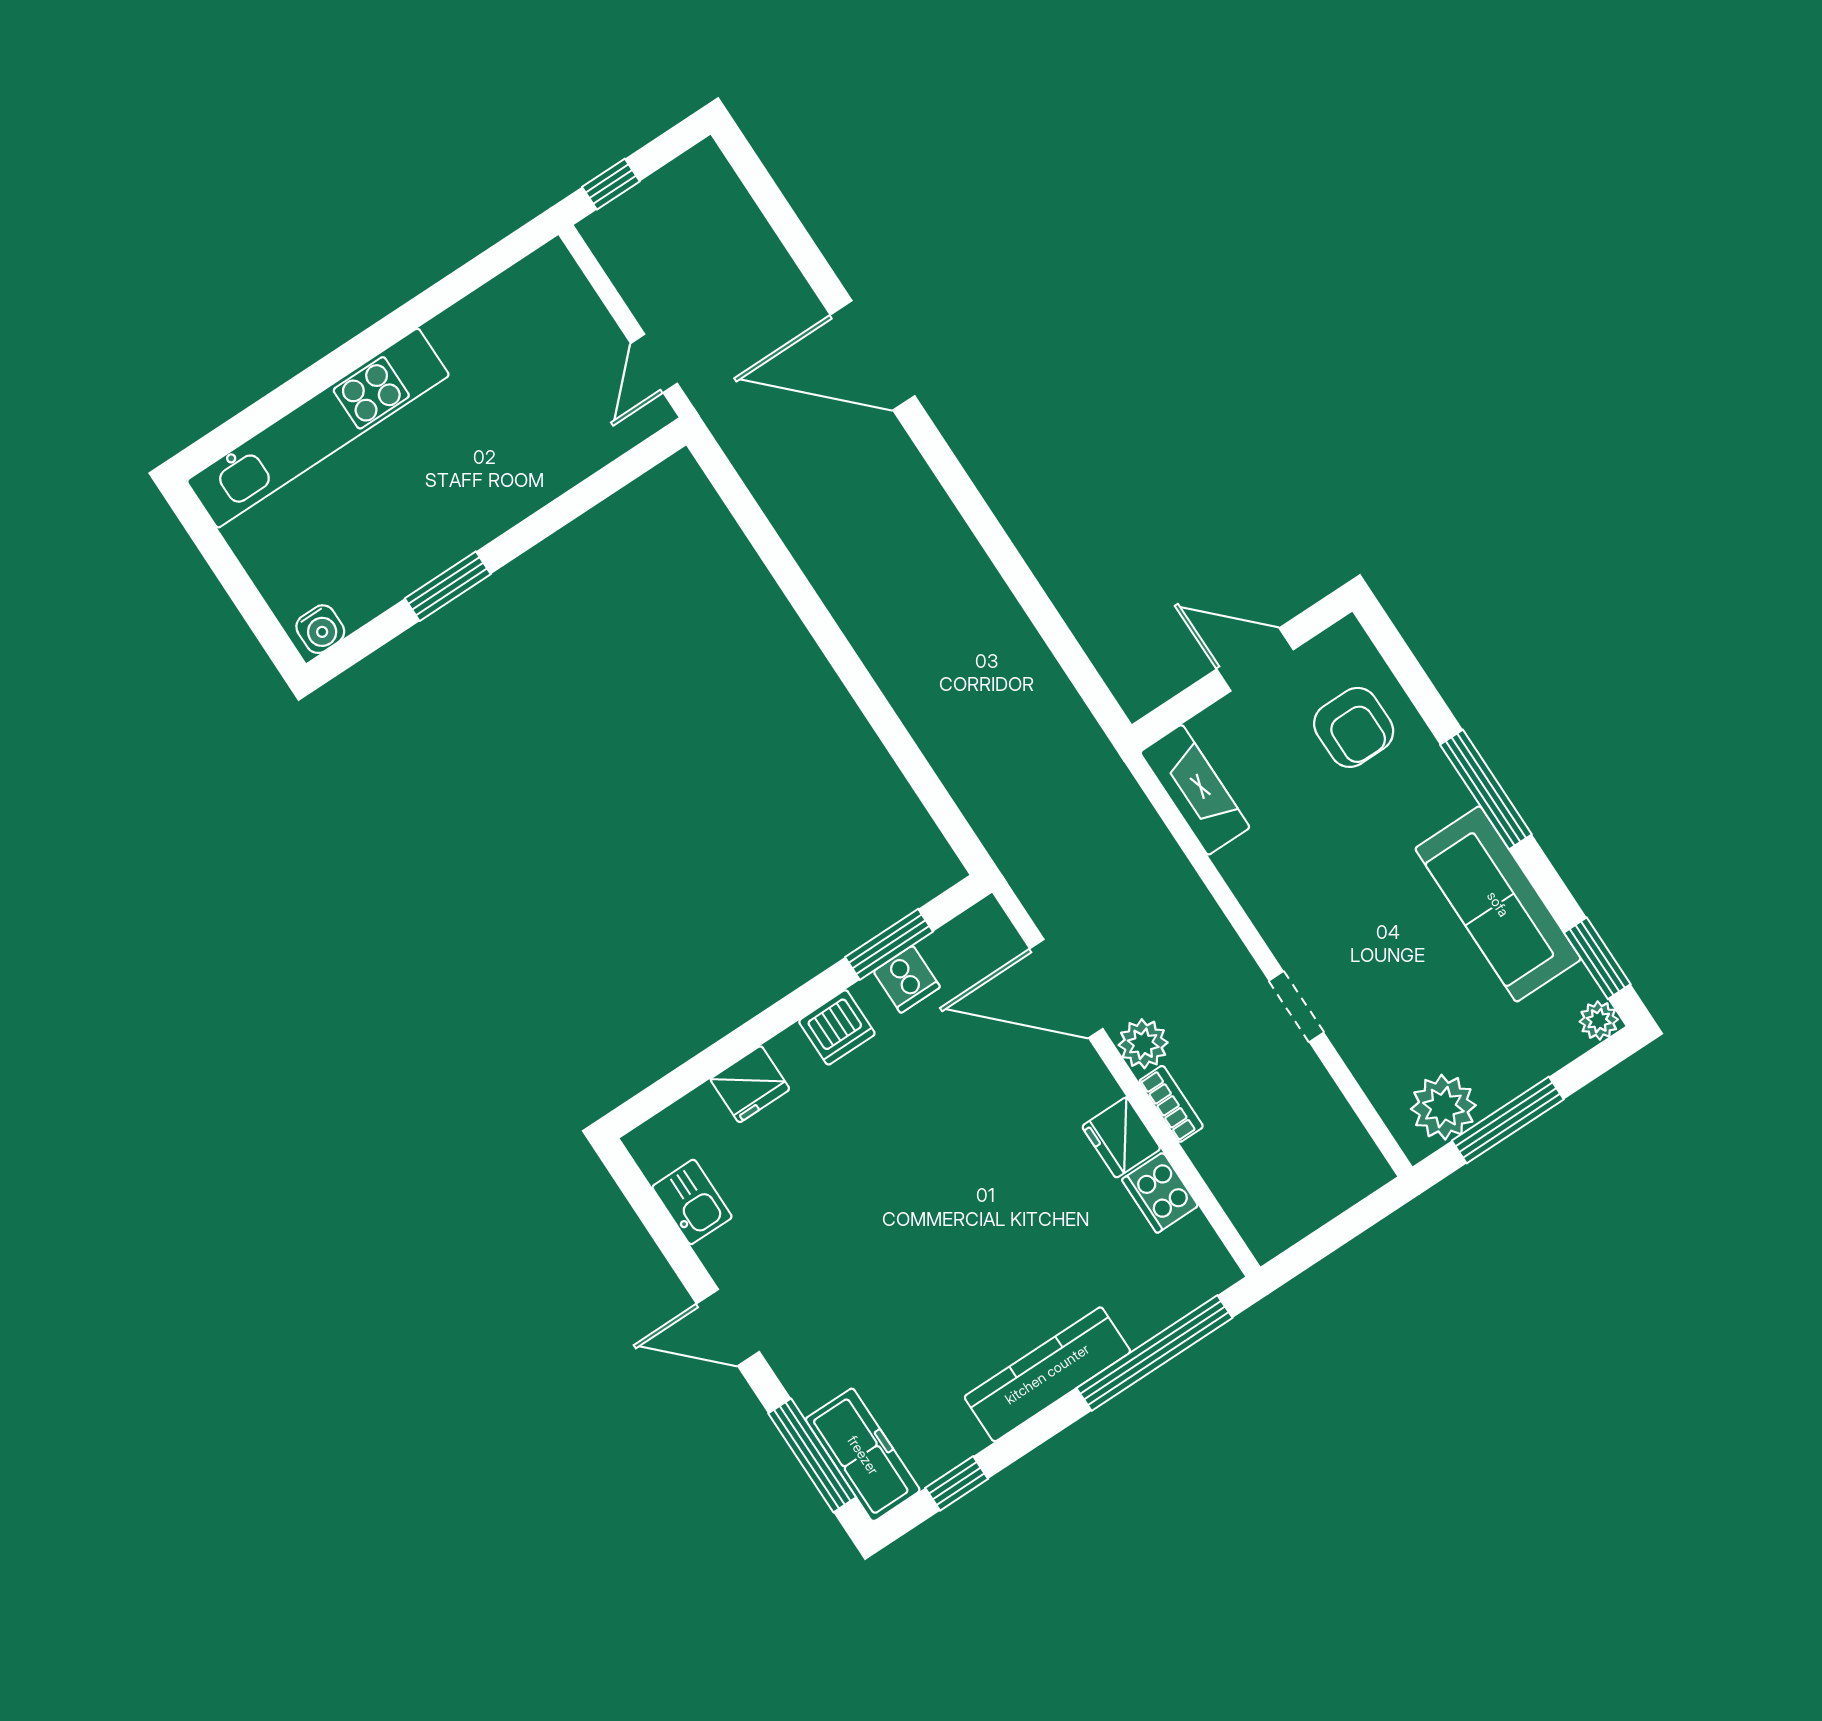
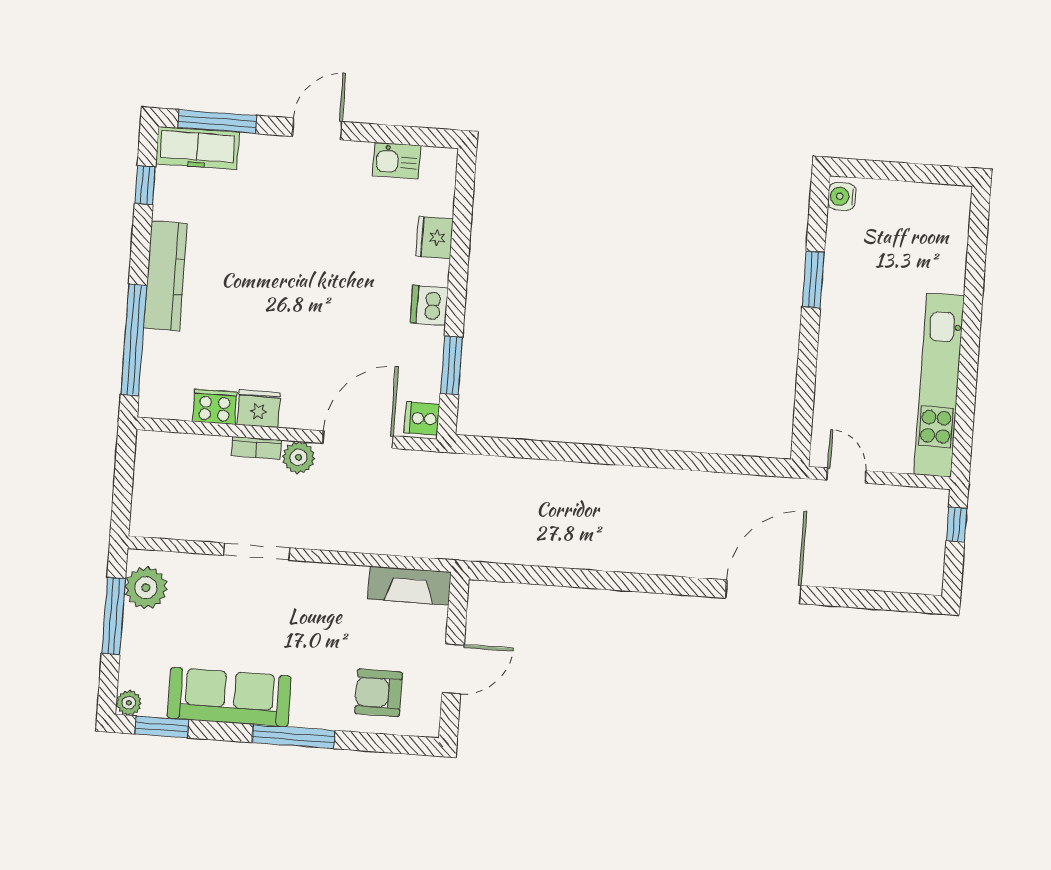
kitchen unit: (318, 428) -> (939, 385), moved
cooker: (907, 979) -> (422, 419), moved
doorway: (1296, 1007) -> (257, 552), width x1.38

